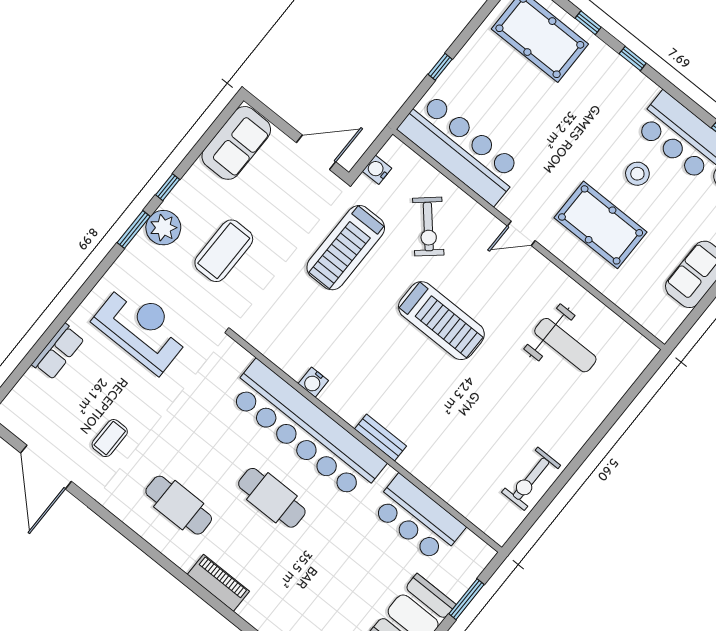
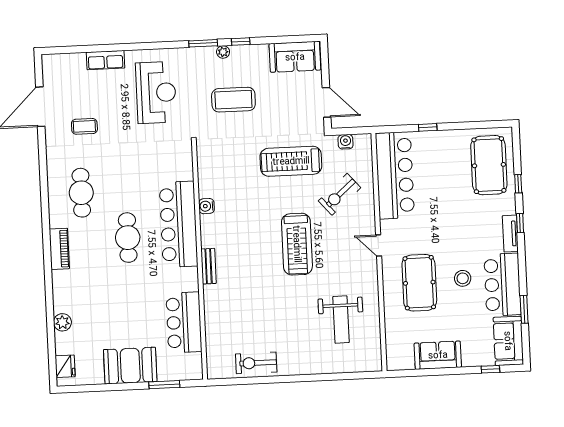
tv unit: (635, 79) -> (510, 234), added
plant: (163, 228) -> (223, 52), width x0.53, depth x0.53
bar counter: (306, 430) -> (179, 224), width x0.73

